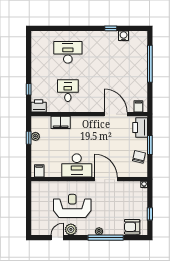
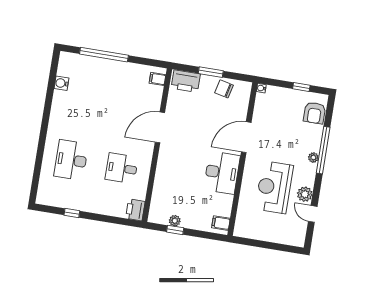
window: (111, 28) -> (49, 98), removed
window: (29, 89) -> (72, 213), moved
door: (116, 114) -> (160, 127), moved
filing cabinet: (61, 122) -> (162, 185), removed

